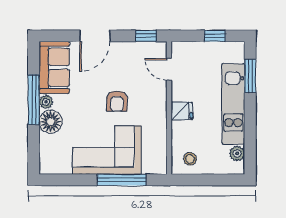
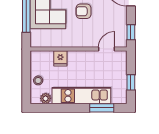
fridge: (182, 111) -> (60, 58), moved
stool: (190, 159) -> (38, 80), moved

